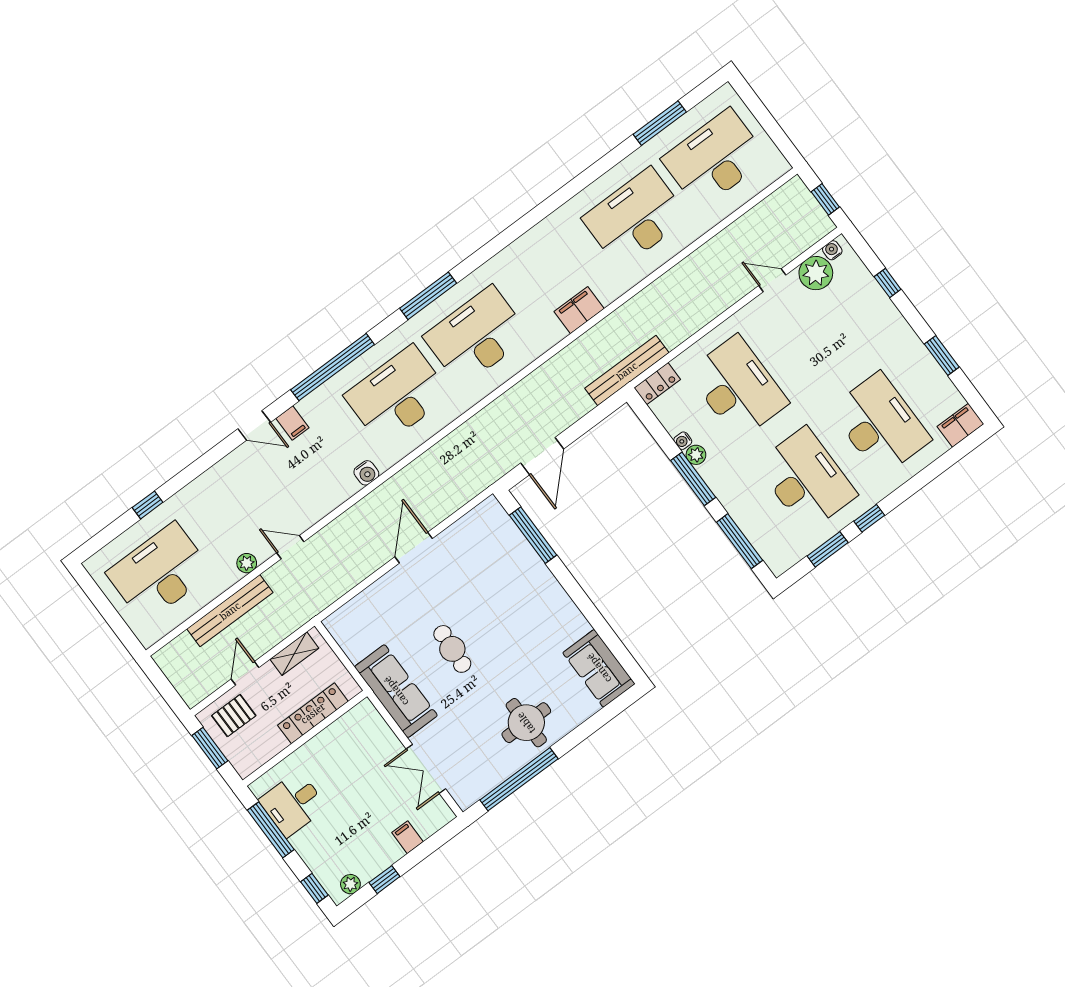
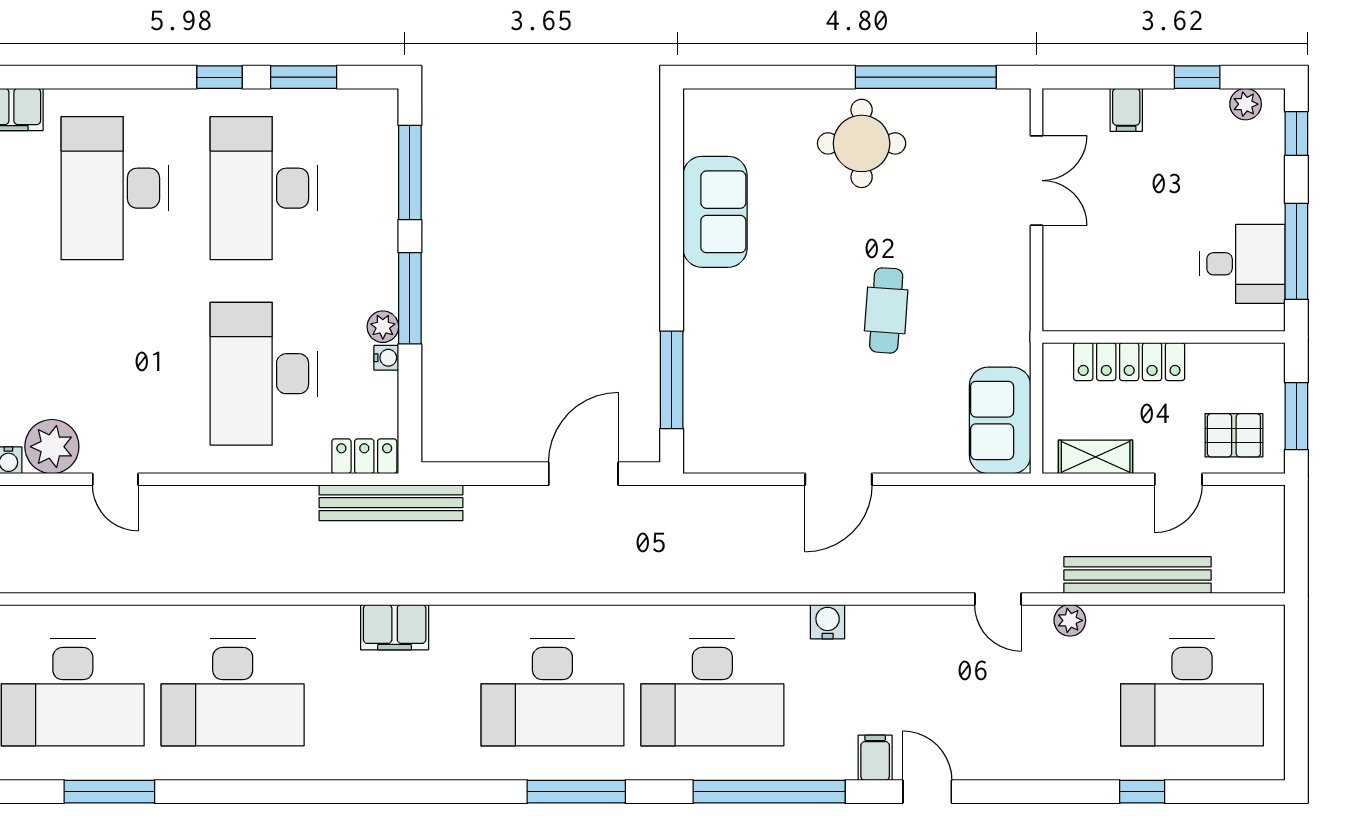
sofa: (599, 668) -> (715, 212), moved
sofa: (396, 691) -> (1000, 420), moved, width x0.73

